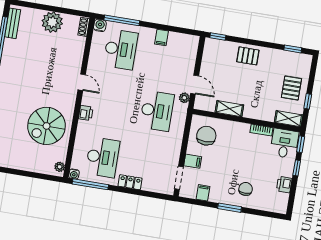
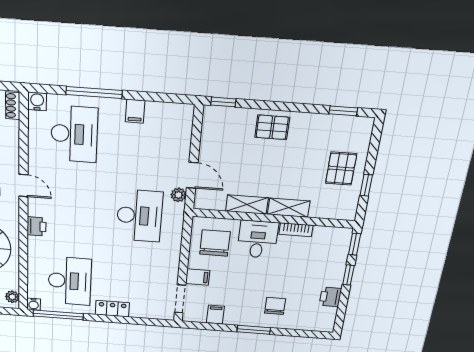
window: (122, 20) -> (94, 92), moved
shelving: (289, 119) -> (289, 208), moved
desk: (284, 143) -> (258, 239), moved

